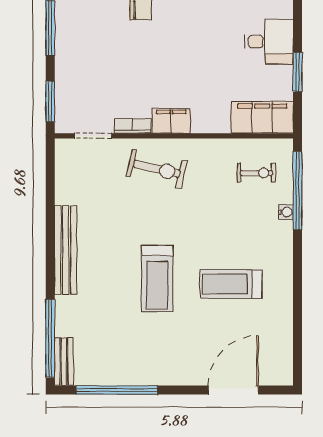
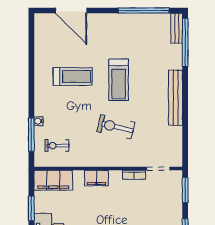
filing cabinet: (171, 121) -> (96, 178), moved
exercise bike: (157, 169) -> (116, 127), moved
window: (297, 191) -> (31, 135), width x0.68
treadmill: (157, 279) -> (119, 80), turned 180
door: (233, 390) -> (71, 10), hinge flipped

